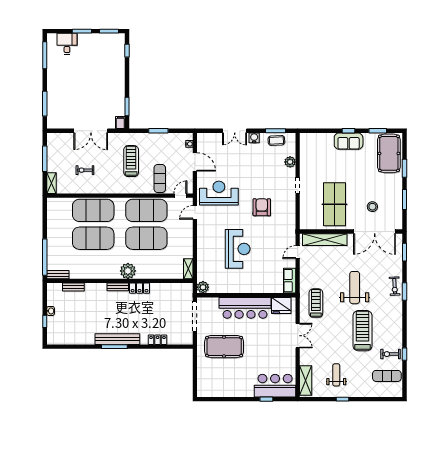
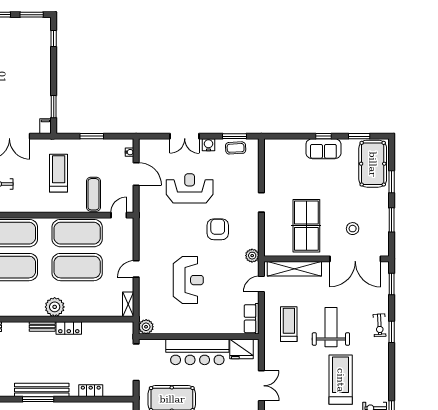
plant: (290, 162) -> (252, 256), moved
reception desk: (219, 193) -> (190, 188), moved
door: (195, 212) -> (136, 269), moved
treadmill: (316, 303) -> (289, 324), moved

